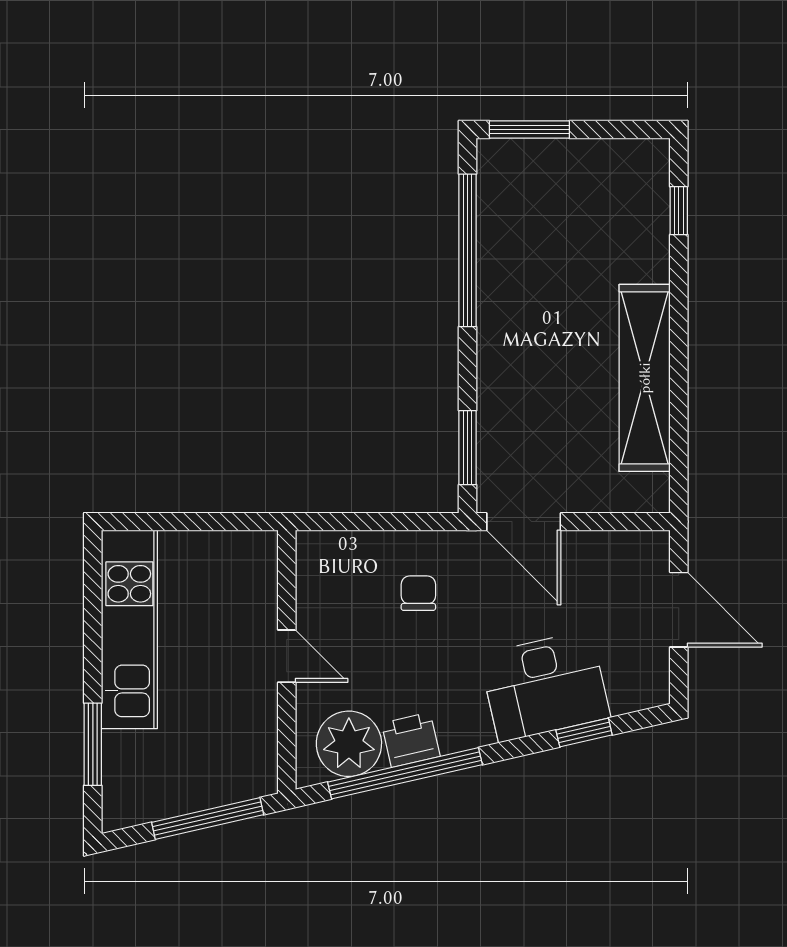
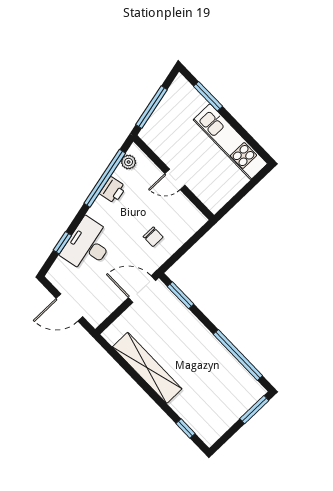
plant: (349, 744) -> (129, 162), width x0.53, depth x0.53

